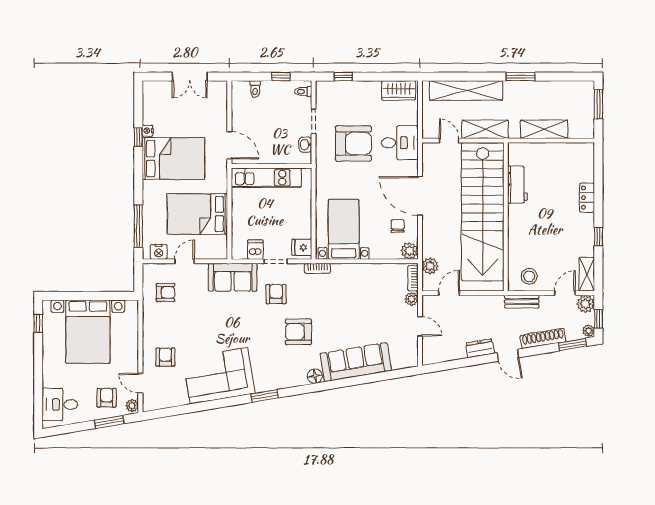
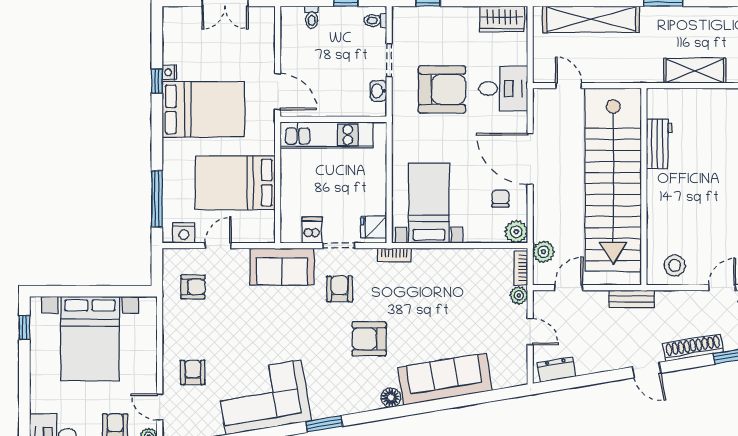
shelving: (485, 129) -> (616, 71), removed
bench: (522, 302) -> (632, 299), moved
dresser: (480, 348) -> (557, 370), moved

